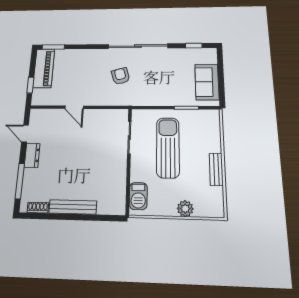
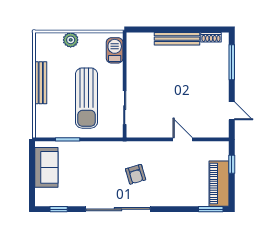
dresser: (32, 155) -> (222, 88), removed
bench: (216, 169) -> (41, 83), width x1.36

